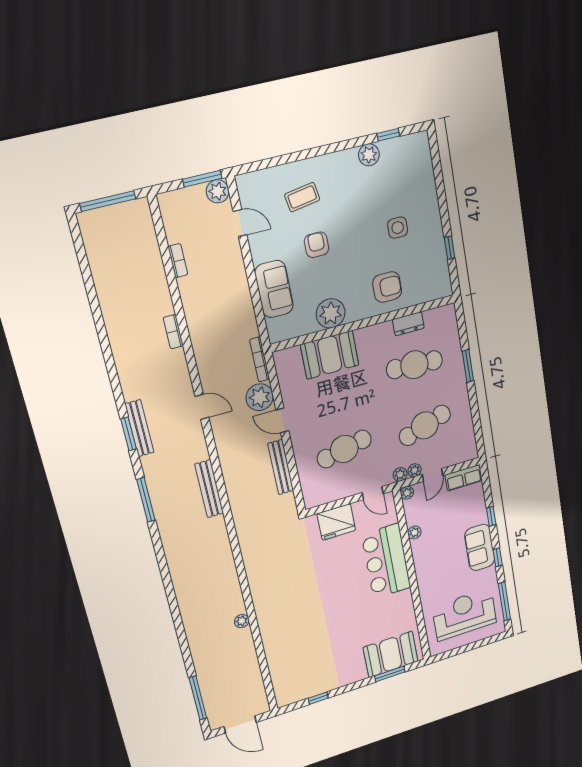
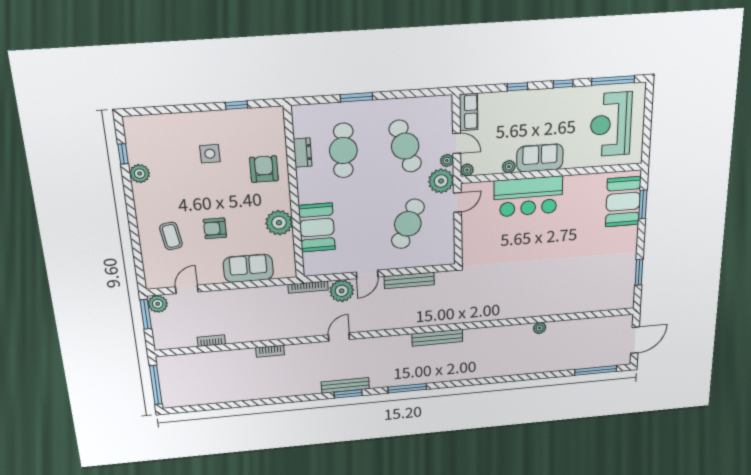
cafe table: (344, 449) -> (408, 224), turned 36
plant: (400, 474) -> (441, 181), width x1.87, depth x1.87
bench: (209, 489) -> (437, 338), moved
fridge: (336, 522) -> (475, 238), removed
sofa: (480, 547) -> (540, 158), moved, turned 180
window: (318, 698) -> (639, 272), width x1.50

